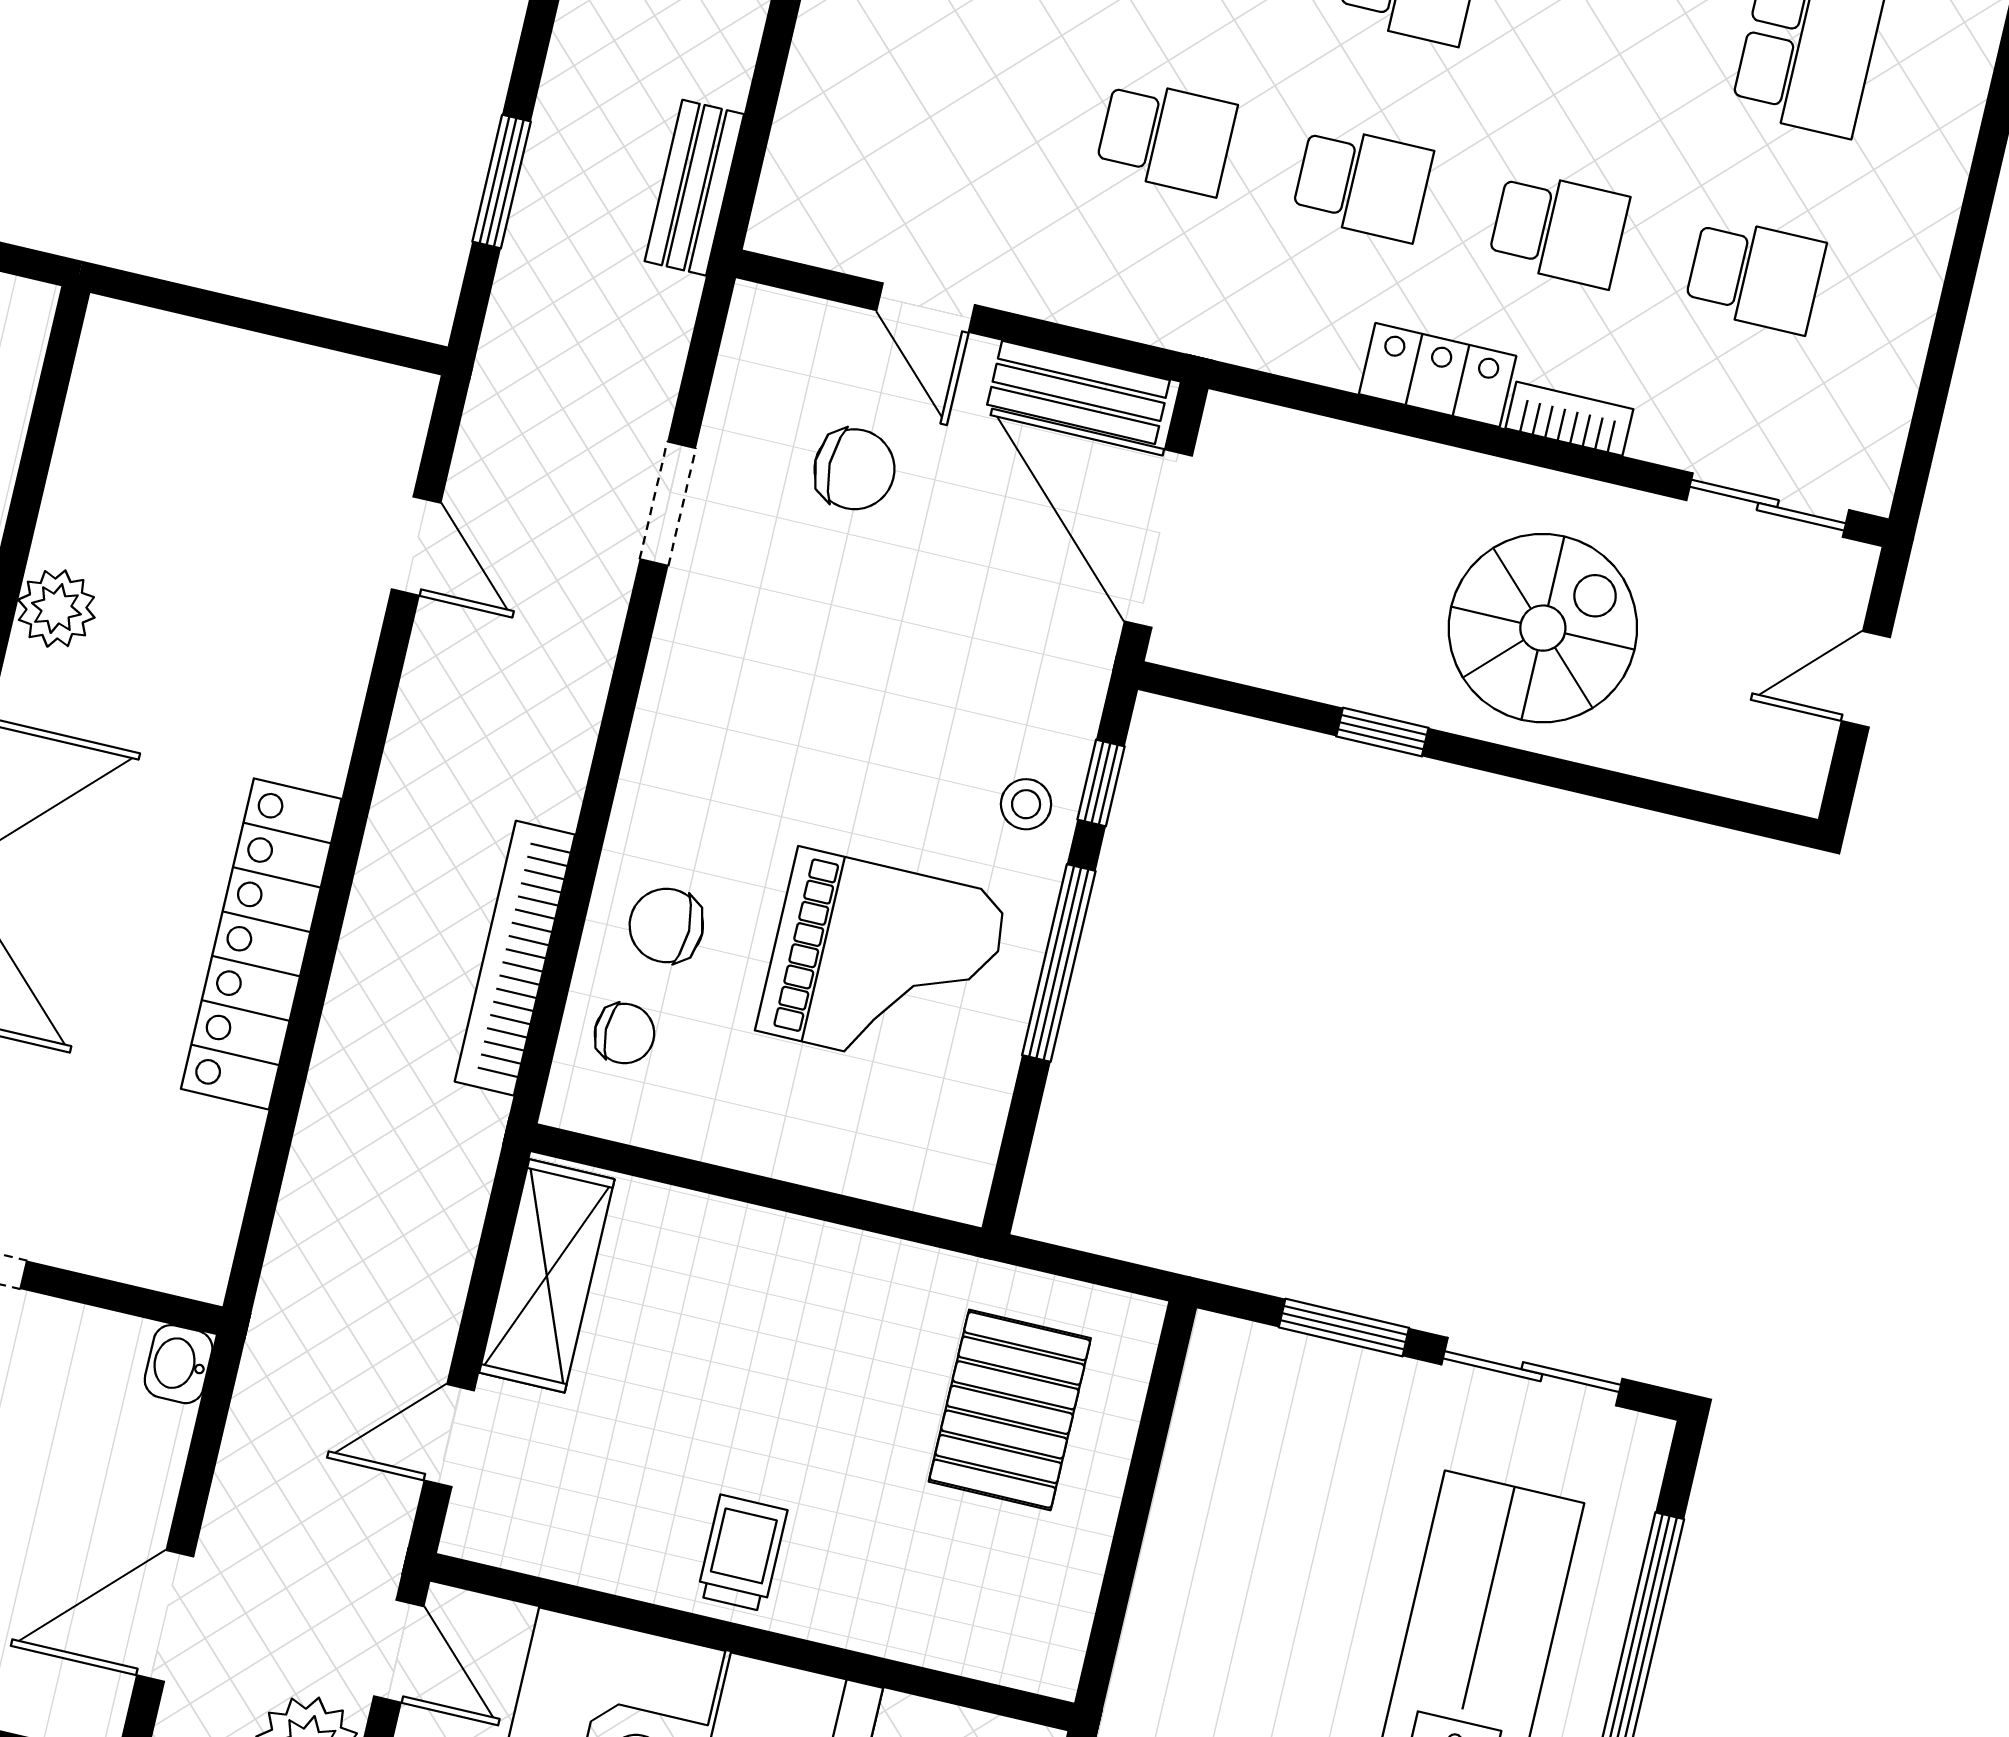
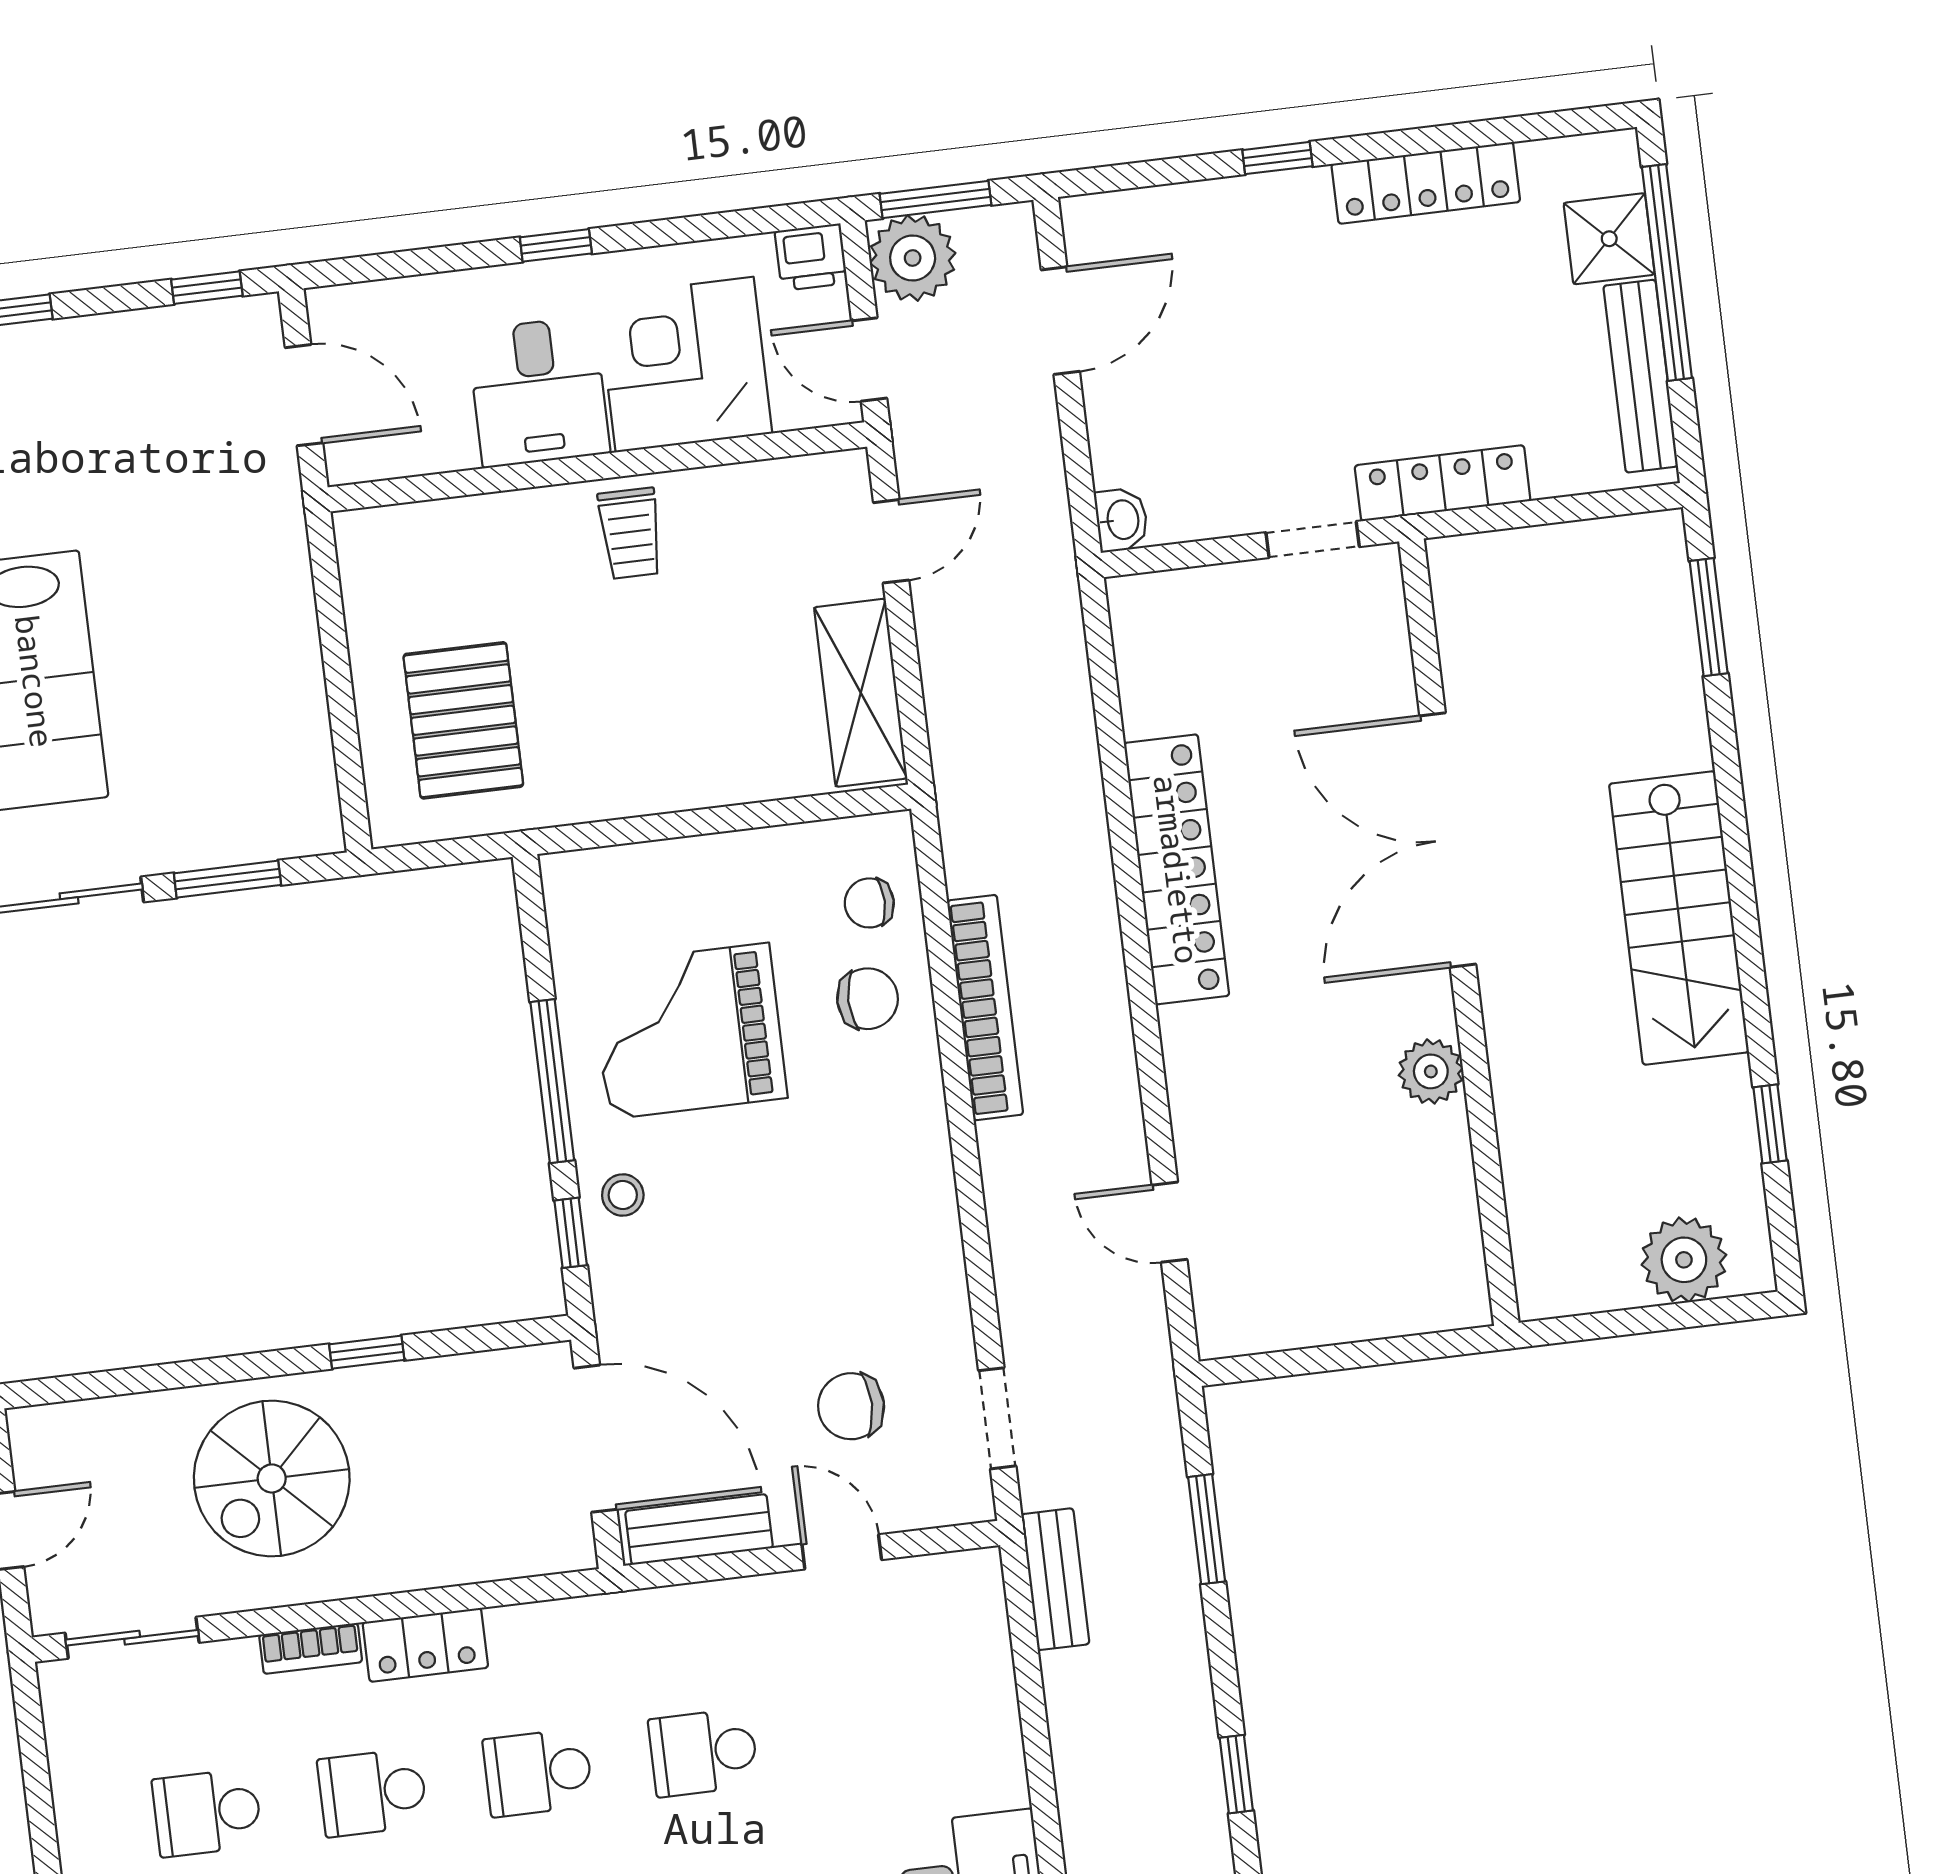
doorway: (668, 504) -> (997, 1418), moved
bookcase: (515, 958) -> (985, 1008), moved

